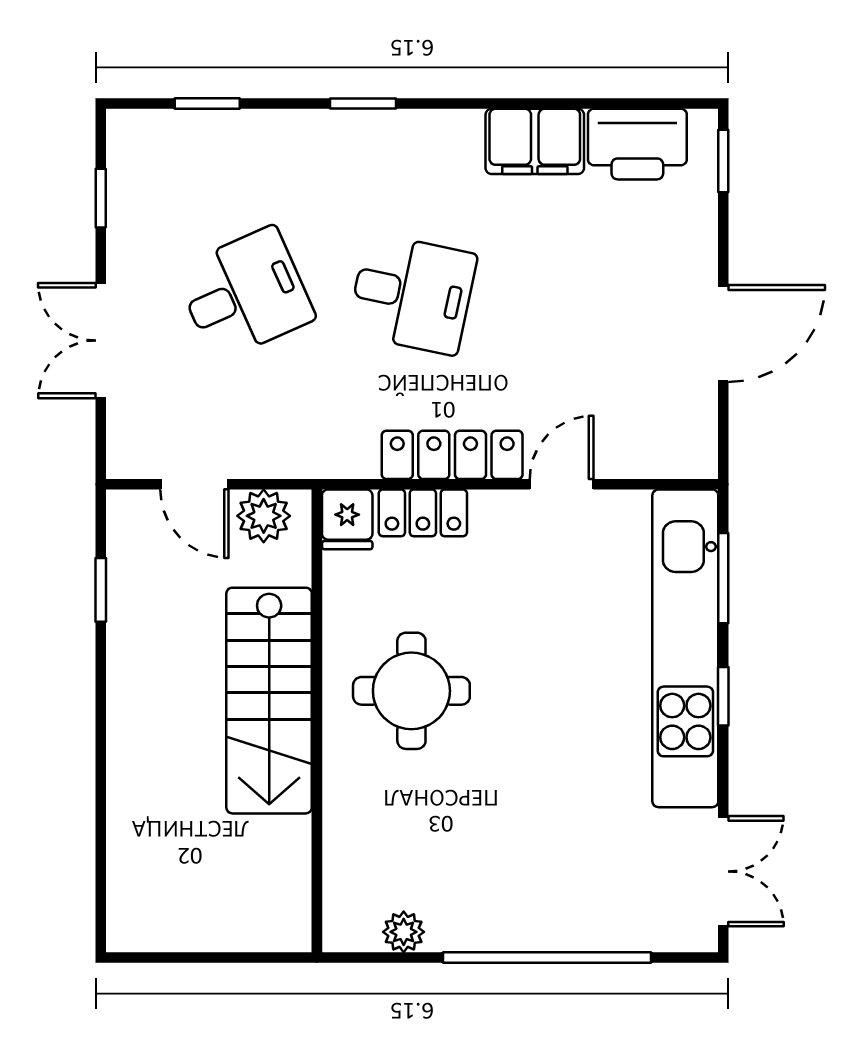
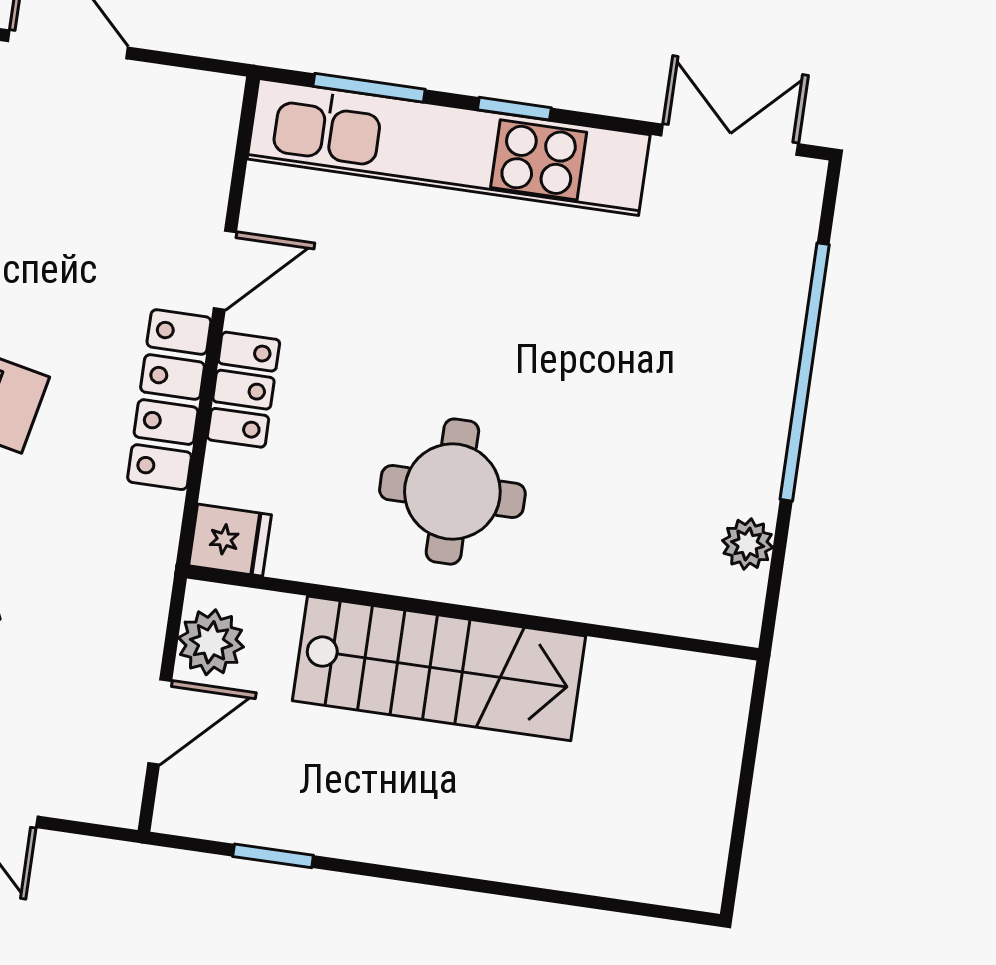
door: (562, 484) -> (225, 270), swing flipped
locker: (423, 513) -> (243, 390), moved

